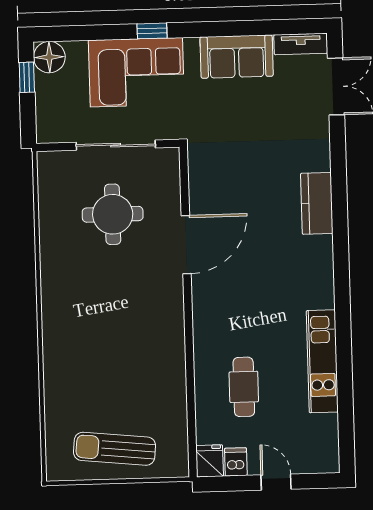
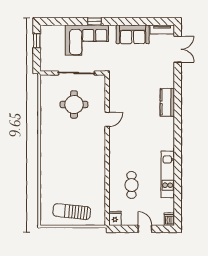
floor lamp: (49, 57) -> (47, 32), removed
door: (186, 245) -> (107, 119), width x0.53
dishwasher: (236, 462) -> (169, 219), moved

